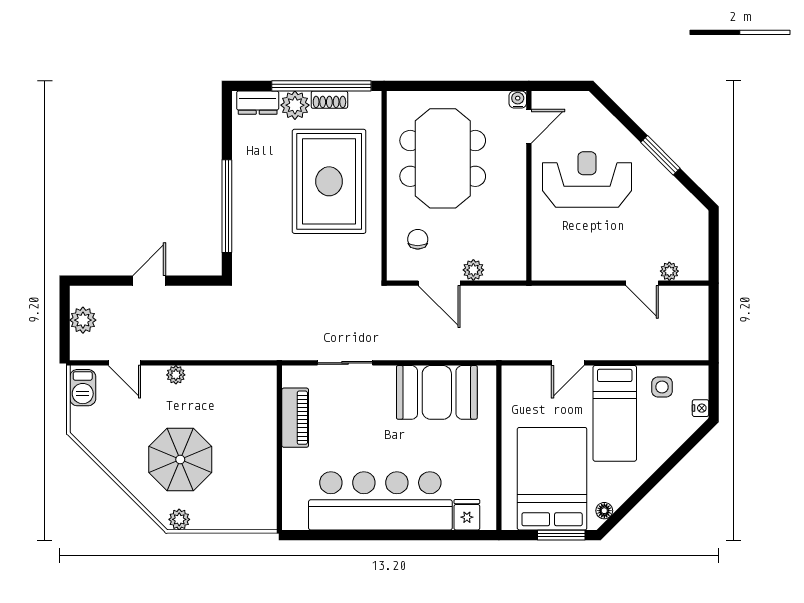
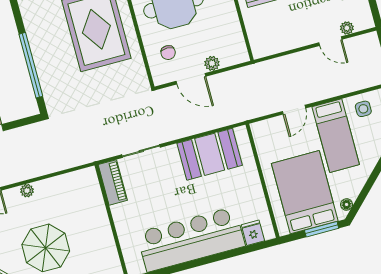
chair: (418, 239) -> (168, 53), turned 180
piano: (295, 418) -> (113, 182), moved

